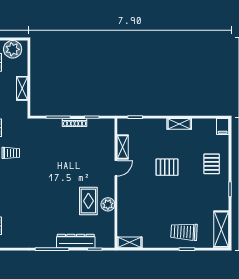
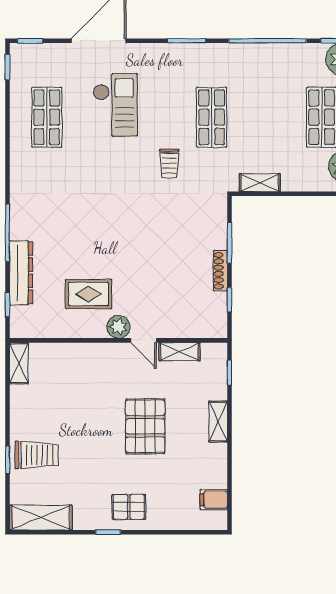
shelving: (22, 88) -> (260, 183), moved
shelving: (179, 124) -> (218, 421), moved
filing cabinet: (223, 127) -> (214, 500), moved
pallet: (212, 164) -> (129, 507), moved
pallet: (167, 167) -> (145, 426), width x1.50, depth x1.42
plant: (108, 204) -> (118, 327), moved
trolley: (184, 232) -> (37, 455), turned 87

